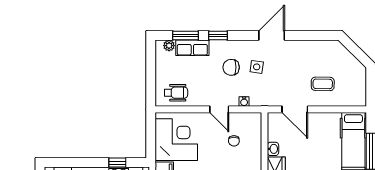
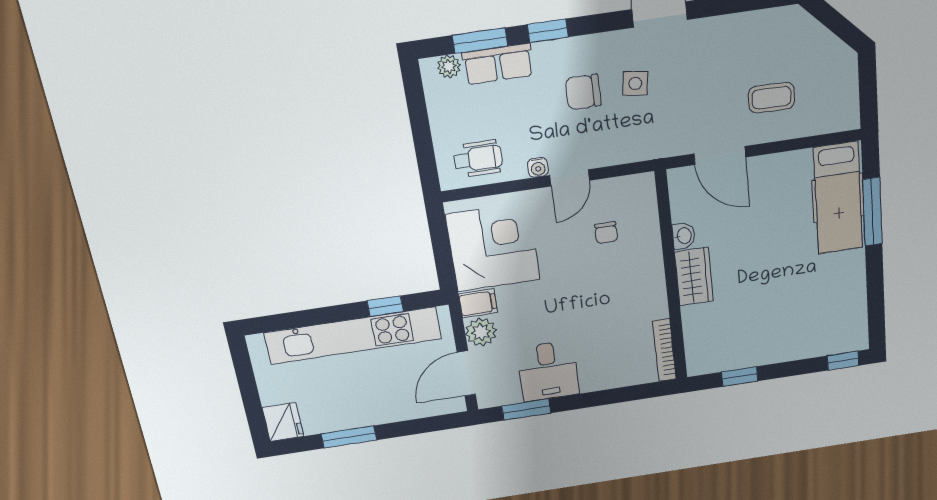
water cooler: (244, 102) -> (538, 167), moved
door: (219, 109) -> (570, 178), hinge flipped

